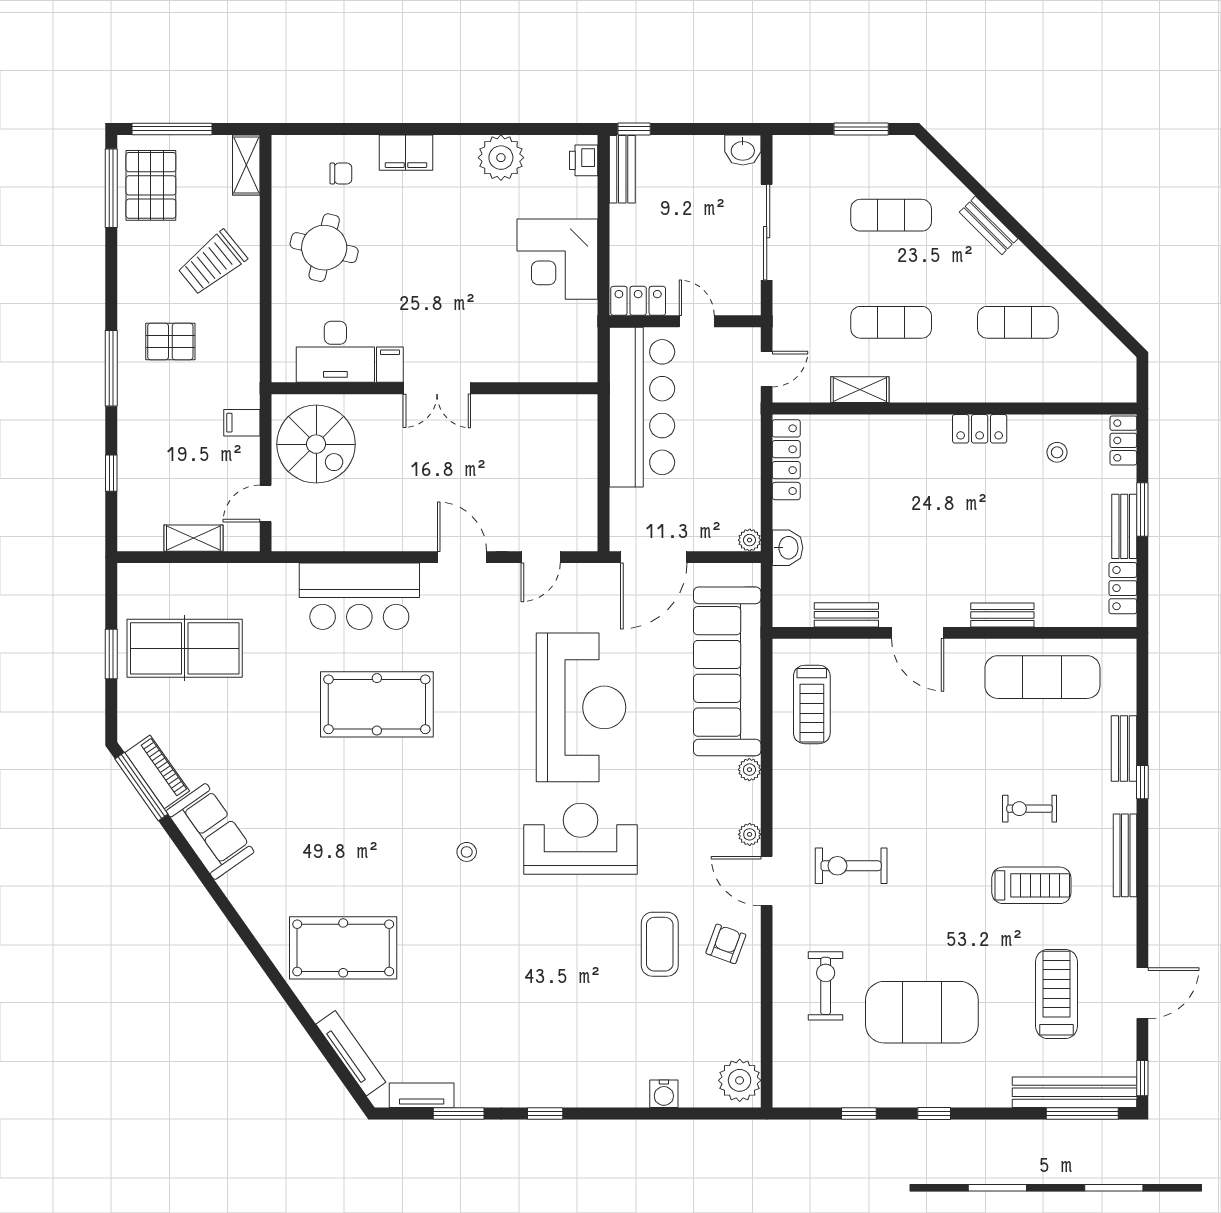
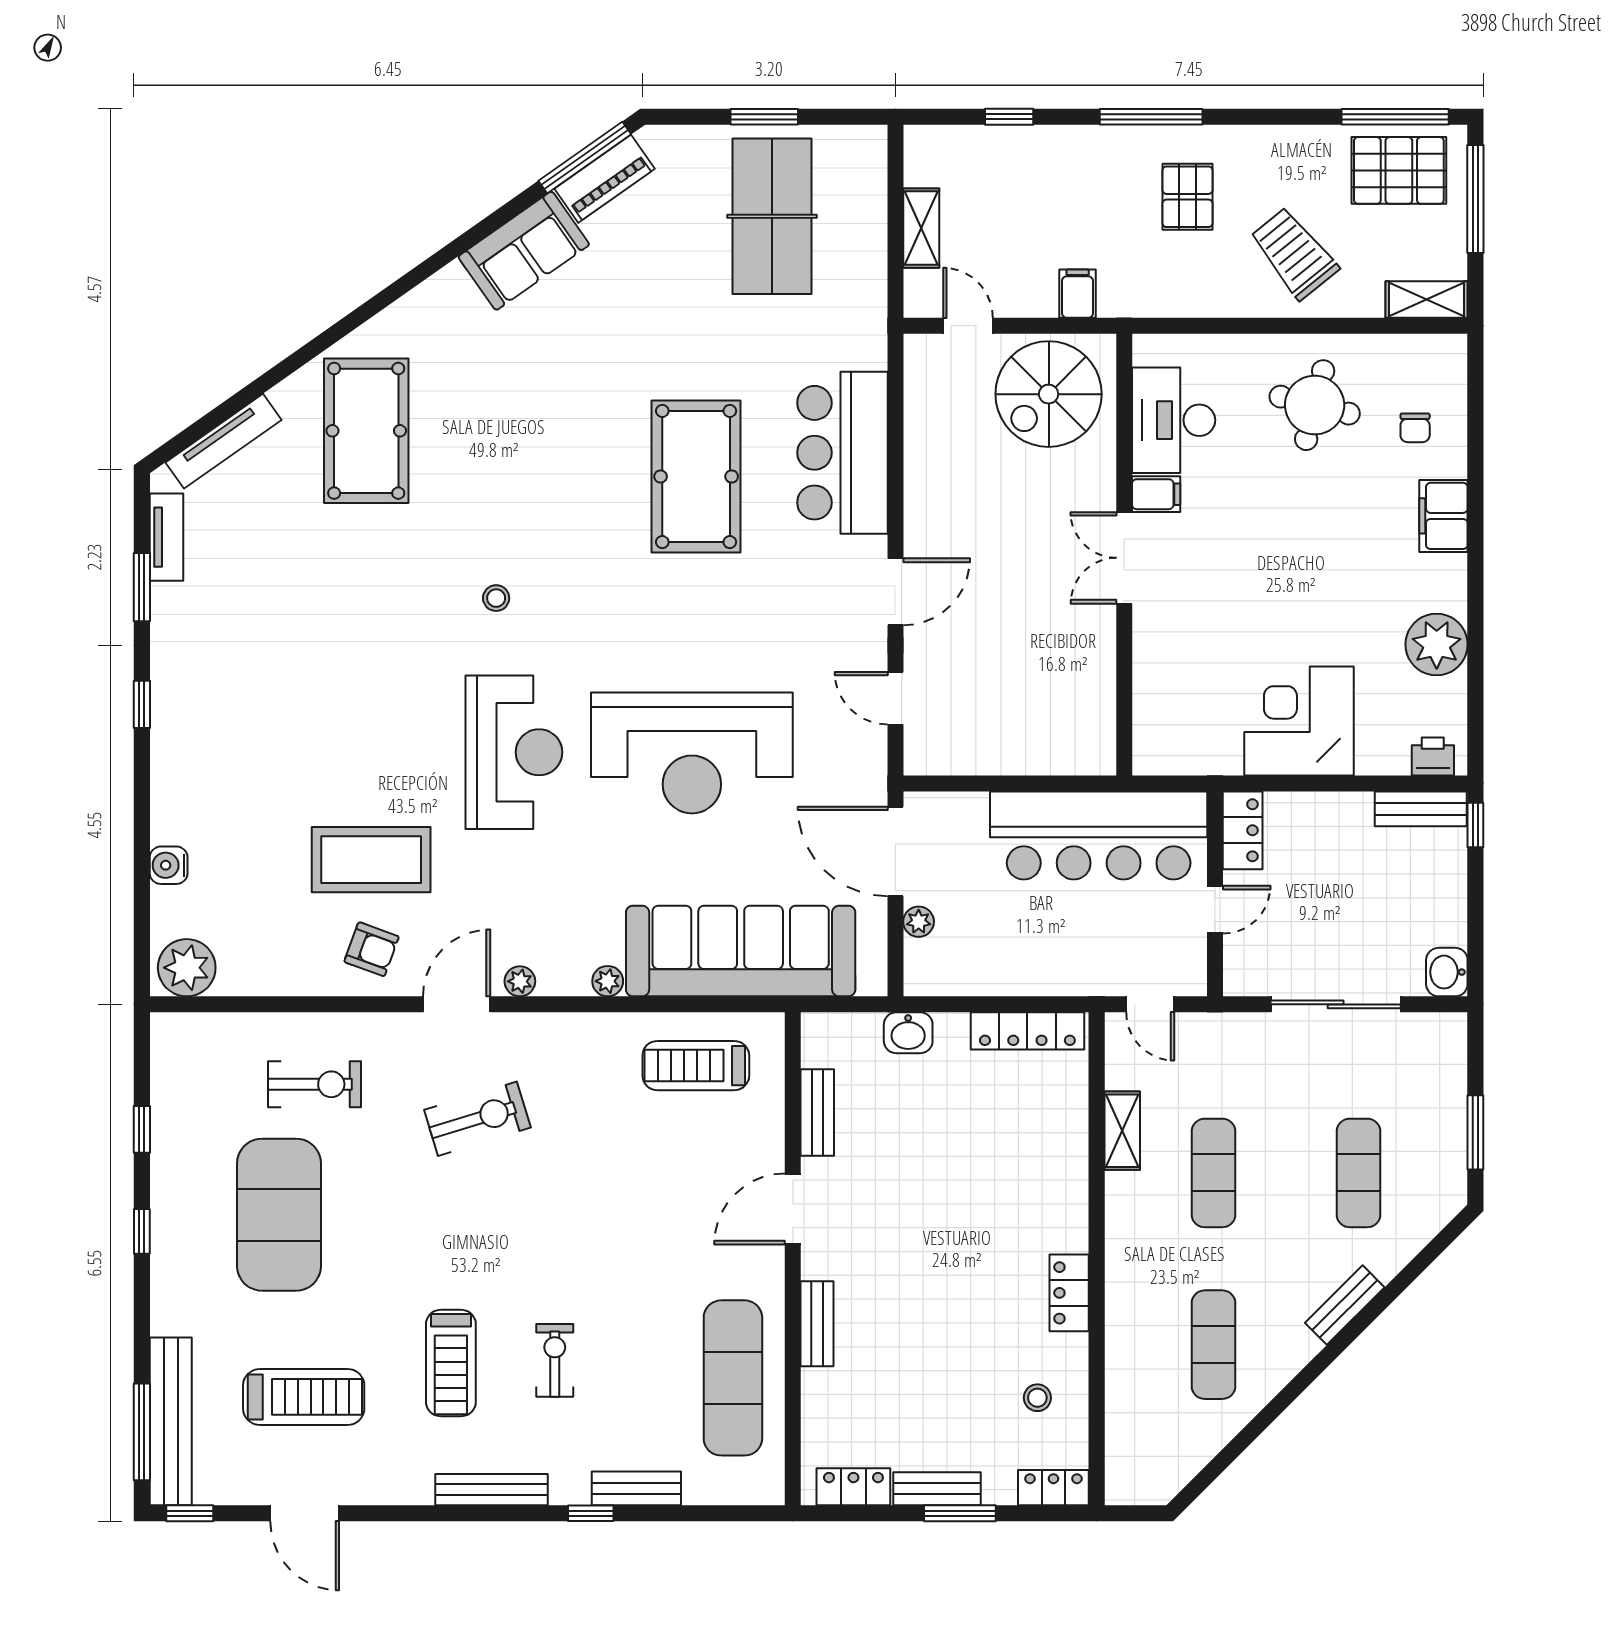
plant: (750, 540) -> (919, 922), moved
exercise bike: (851, 866) -> (477, 1119), turned 73
coffee table: (660, 944) -> (371, 860), width x1.36, depth x1.32

